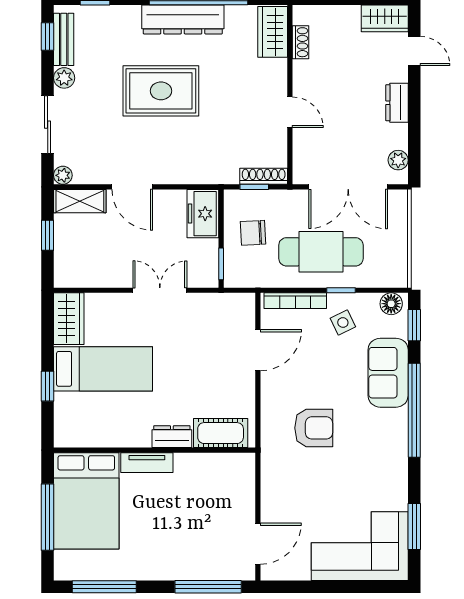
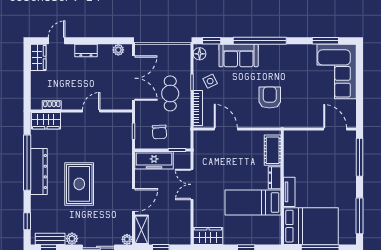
shoe rack: (264, 176) -> (128, 126), removed
freezer: (203, 214) -> (154, 160), width x1.40
cafe table: (321, 252) -> (170, 93), width x0.73, depth x0.74
bed: (103, 369) -> (253, 203), moved, turned -90

